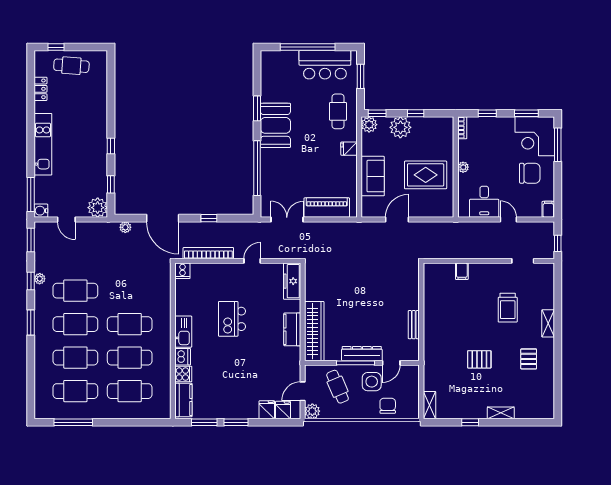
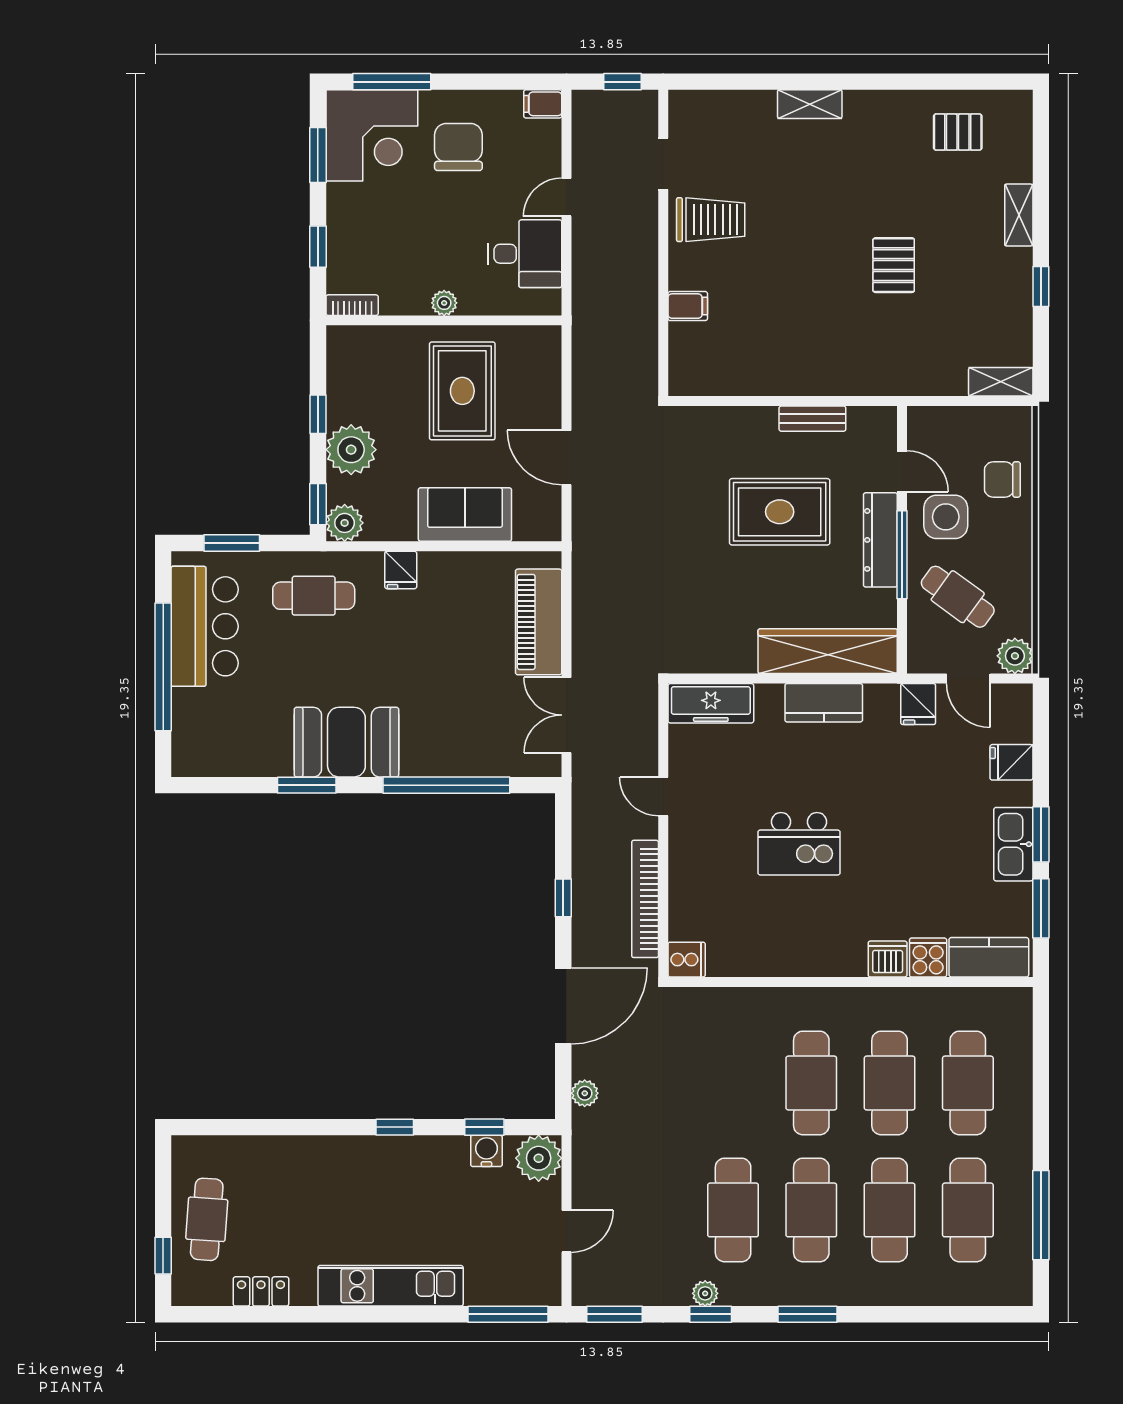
water cooler: (41, 211) -> (486, 1151), moved, turned 180
trolley: (508, 308) -> (711, 220), moved
rug: (374, 311) -> (780, 512), added
kitchen sink: (183, 332) -> (1013, 844), moved, turned -90
pallet: (529, 359) -> (958, 132), moved
cafe table: (338, 387) -> (958, 597), turned 59
fridge: (283, 410) -> (918, 704), moved, turned -90

